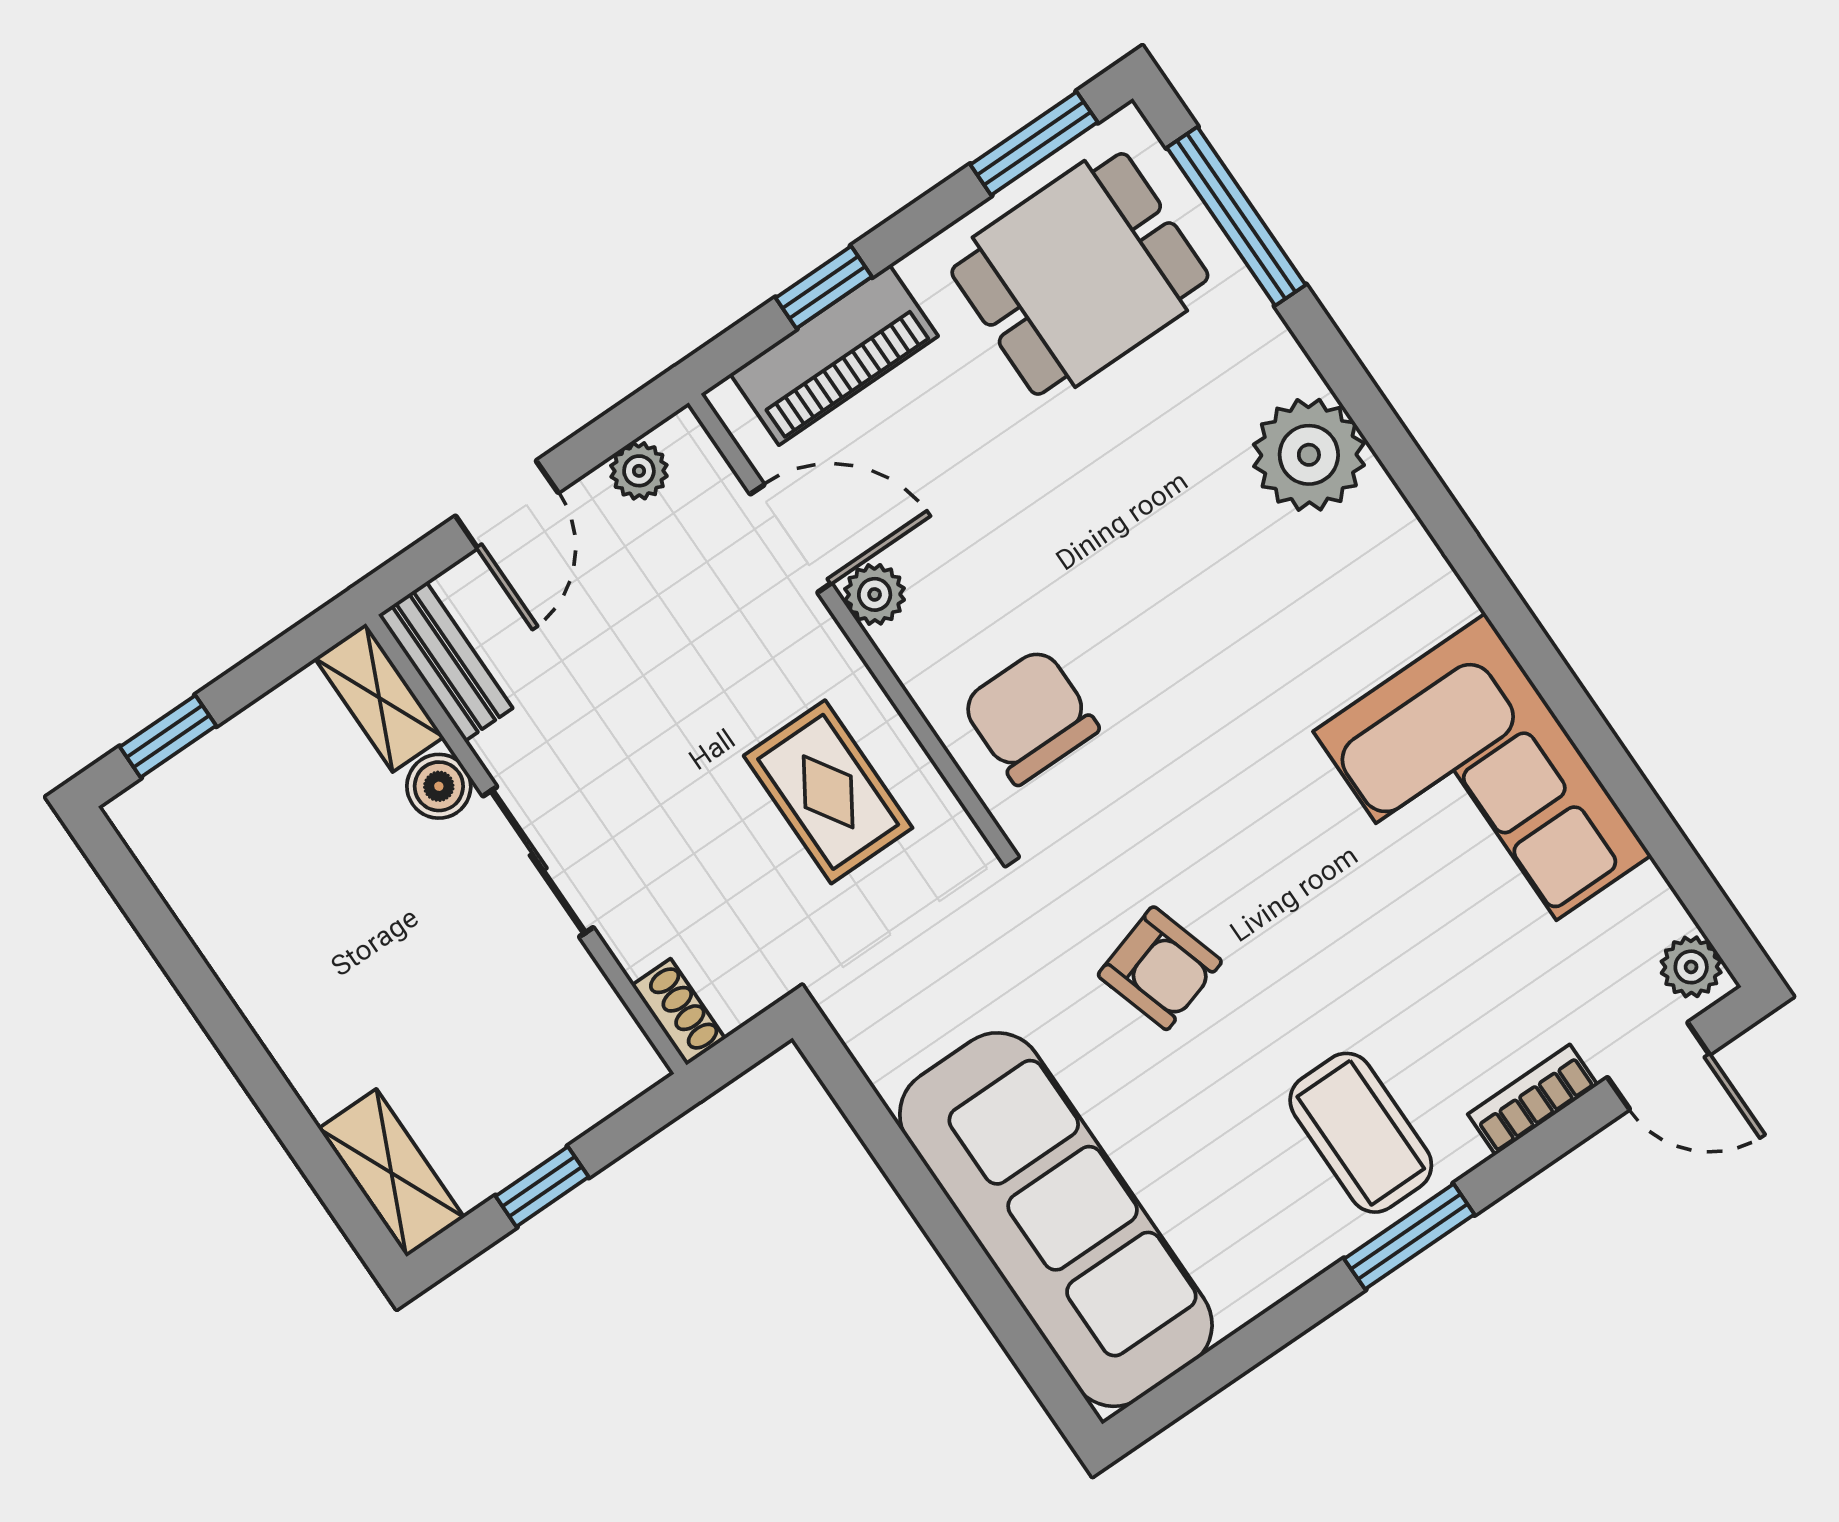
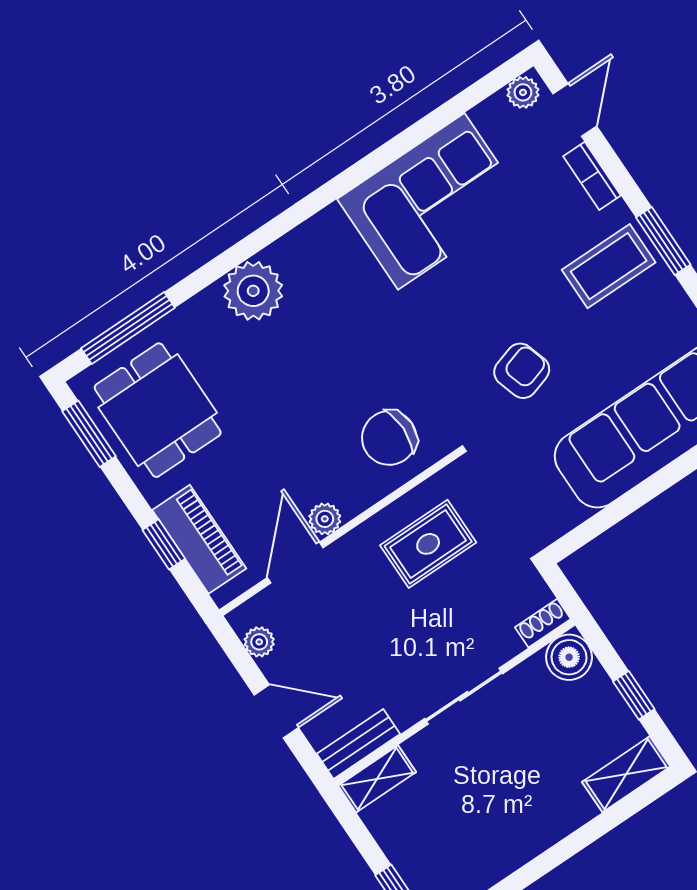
boiler: (439, 786) -> (569, 657), moved, width x1.36, depth x1.36

